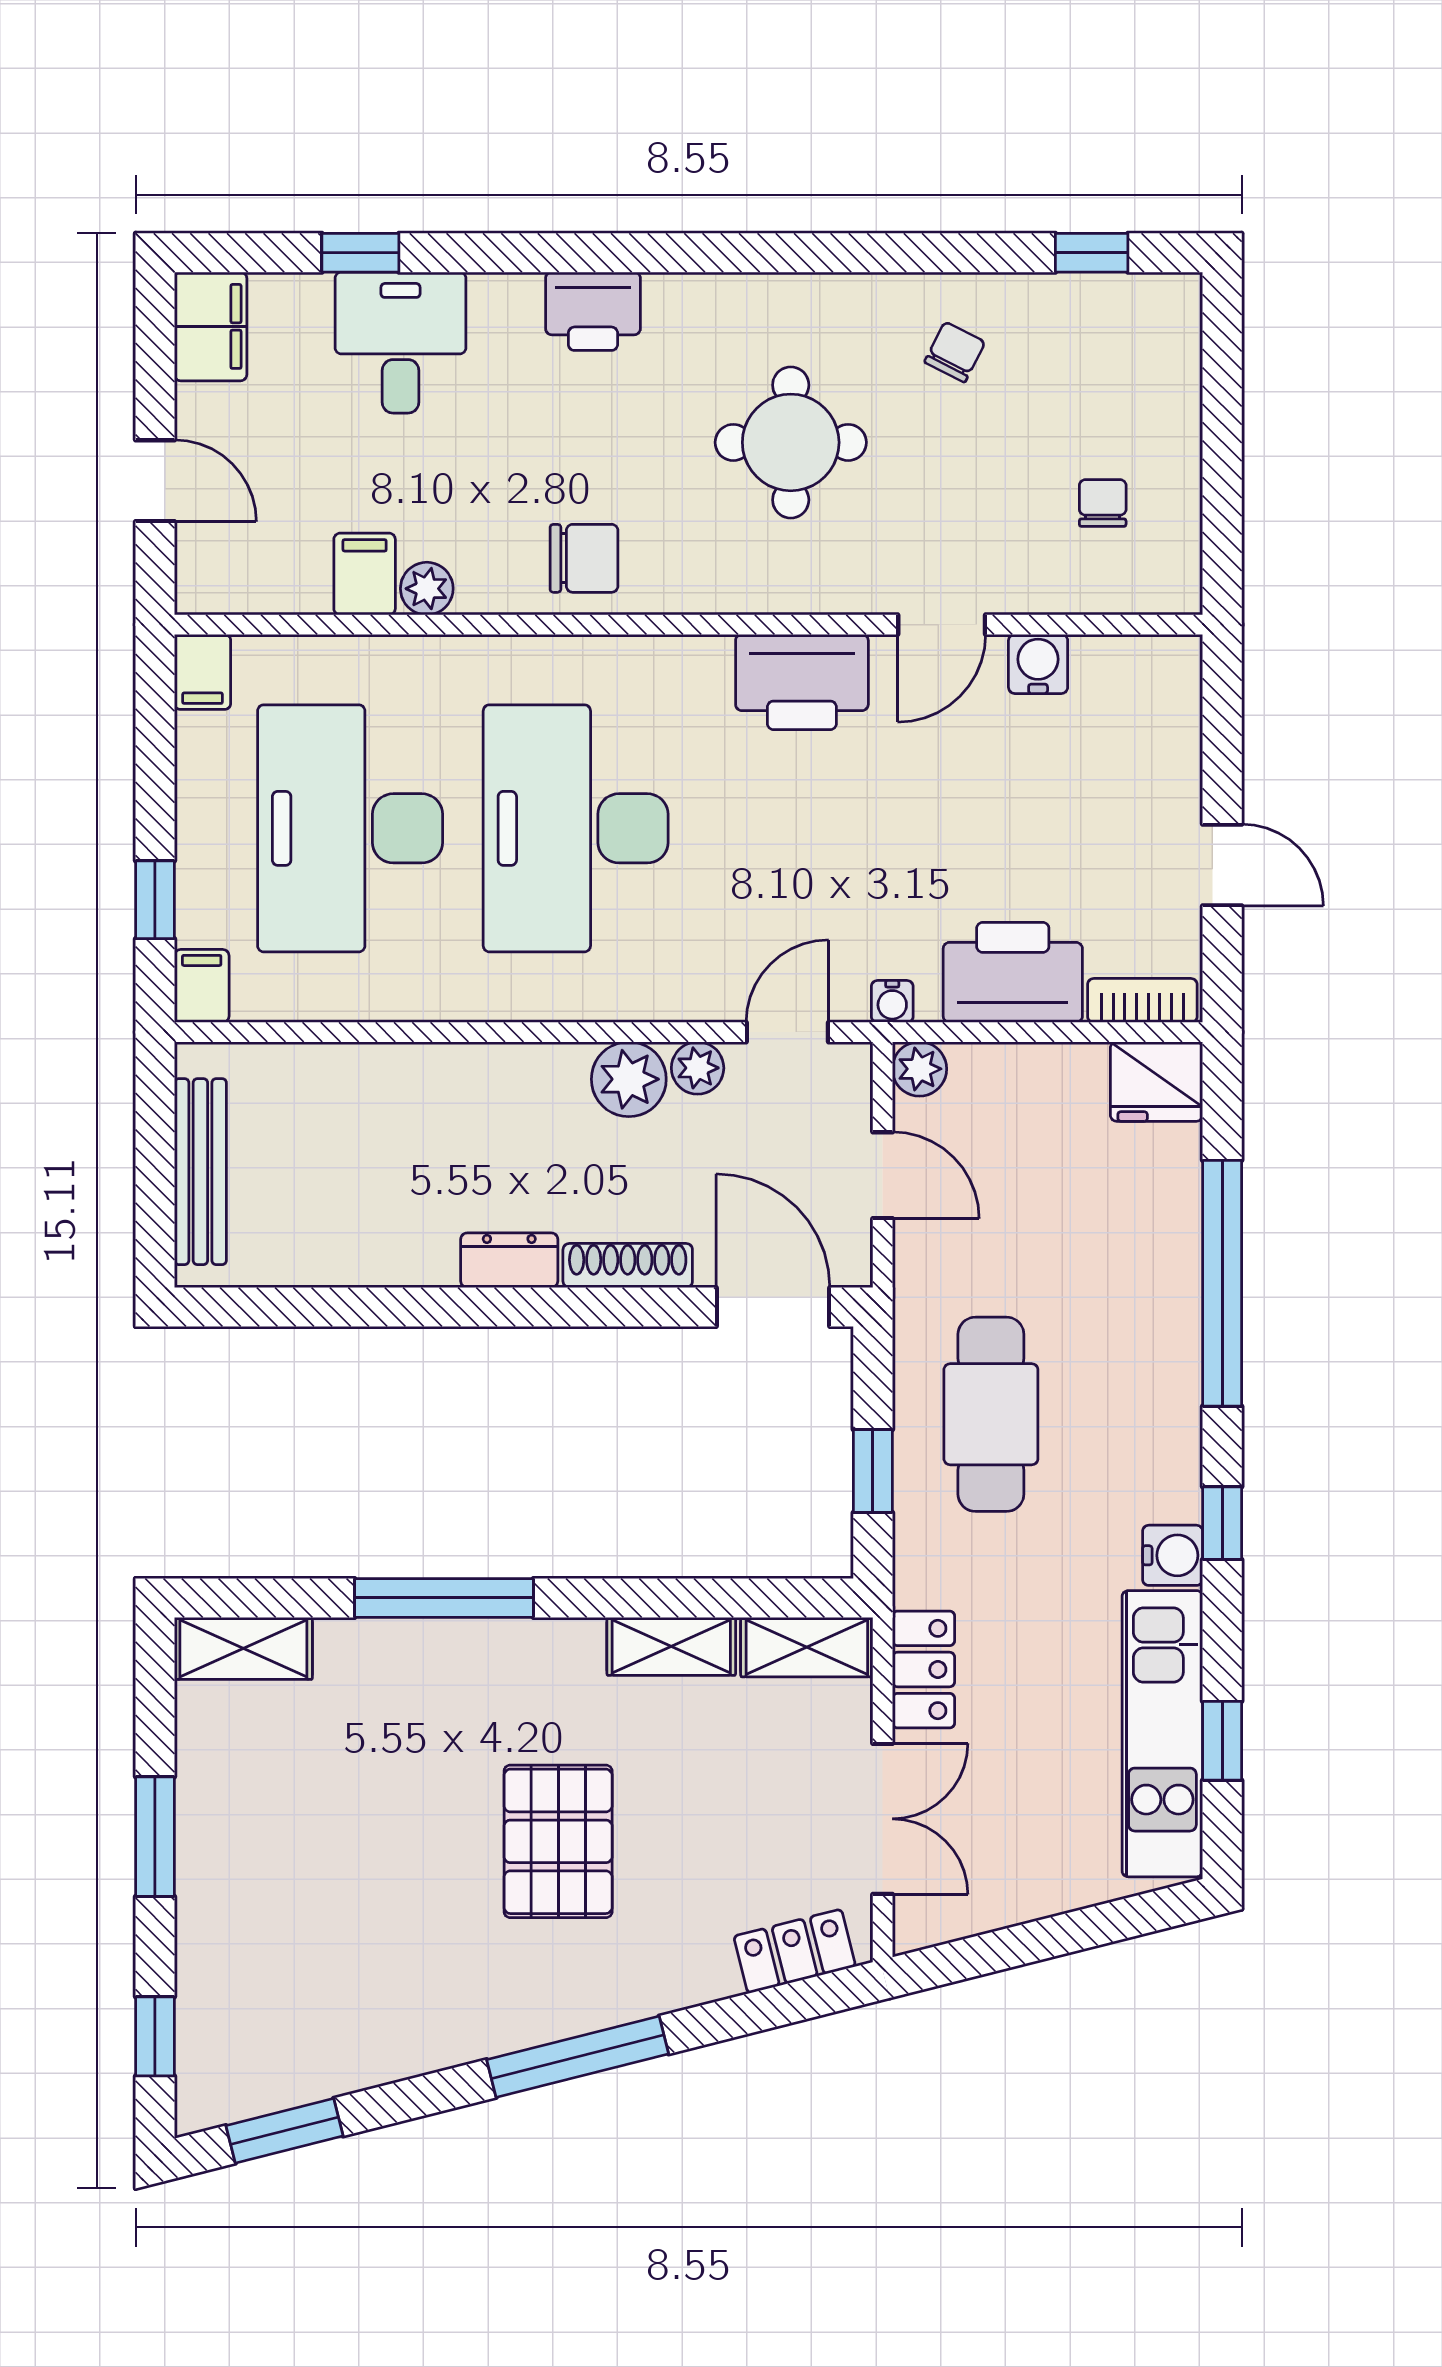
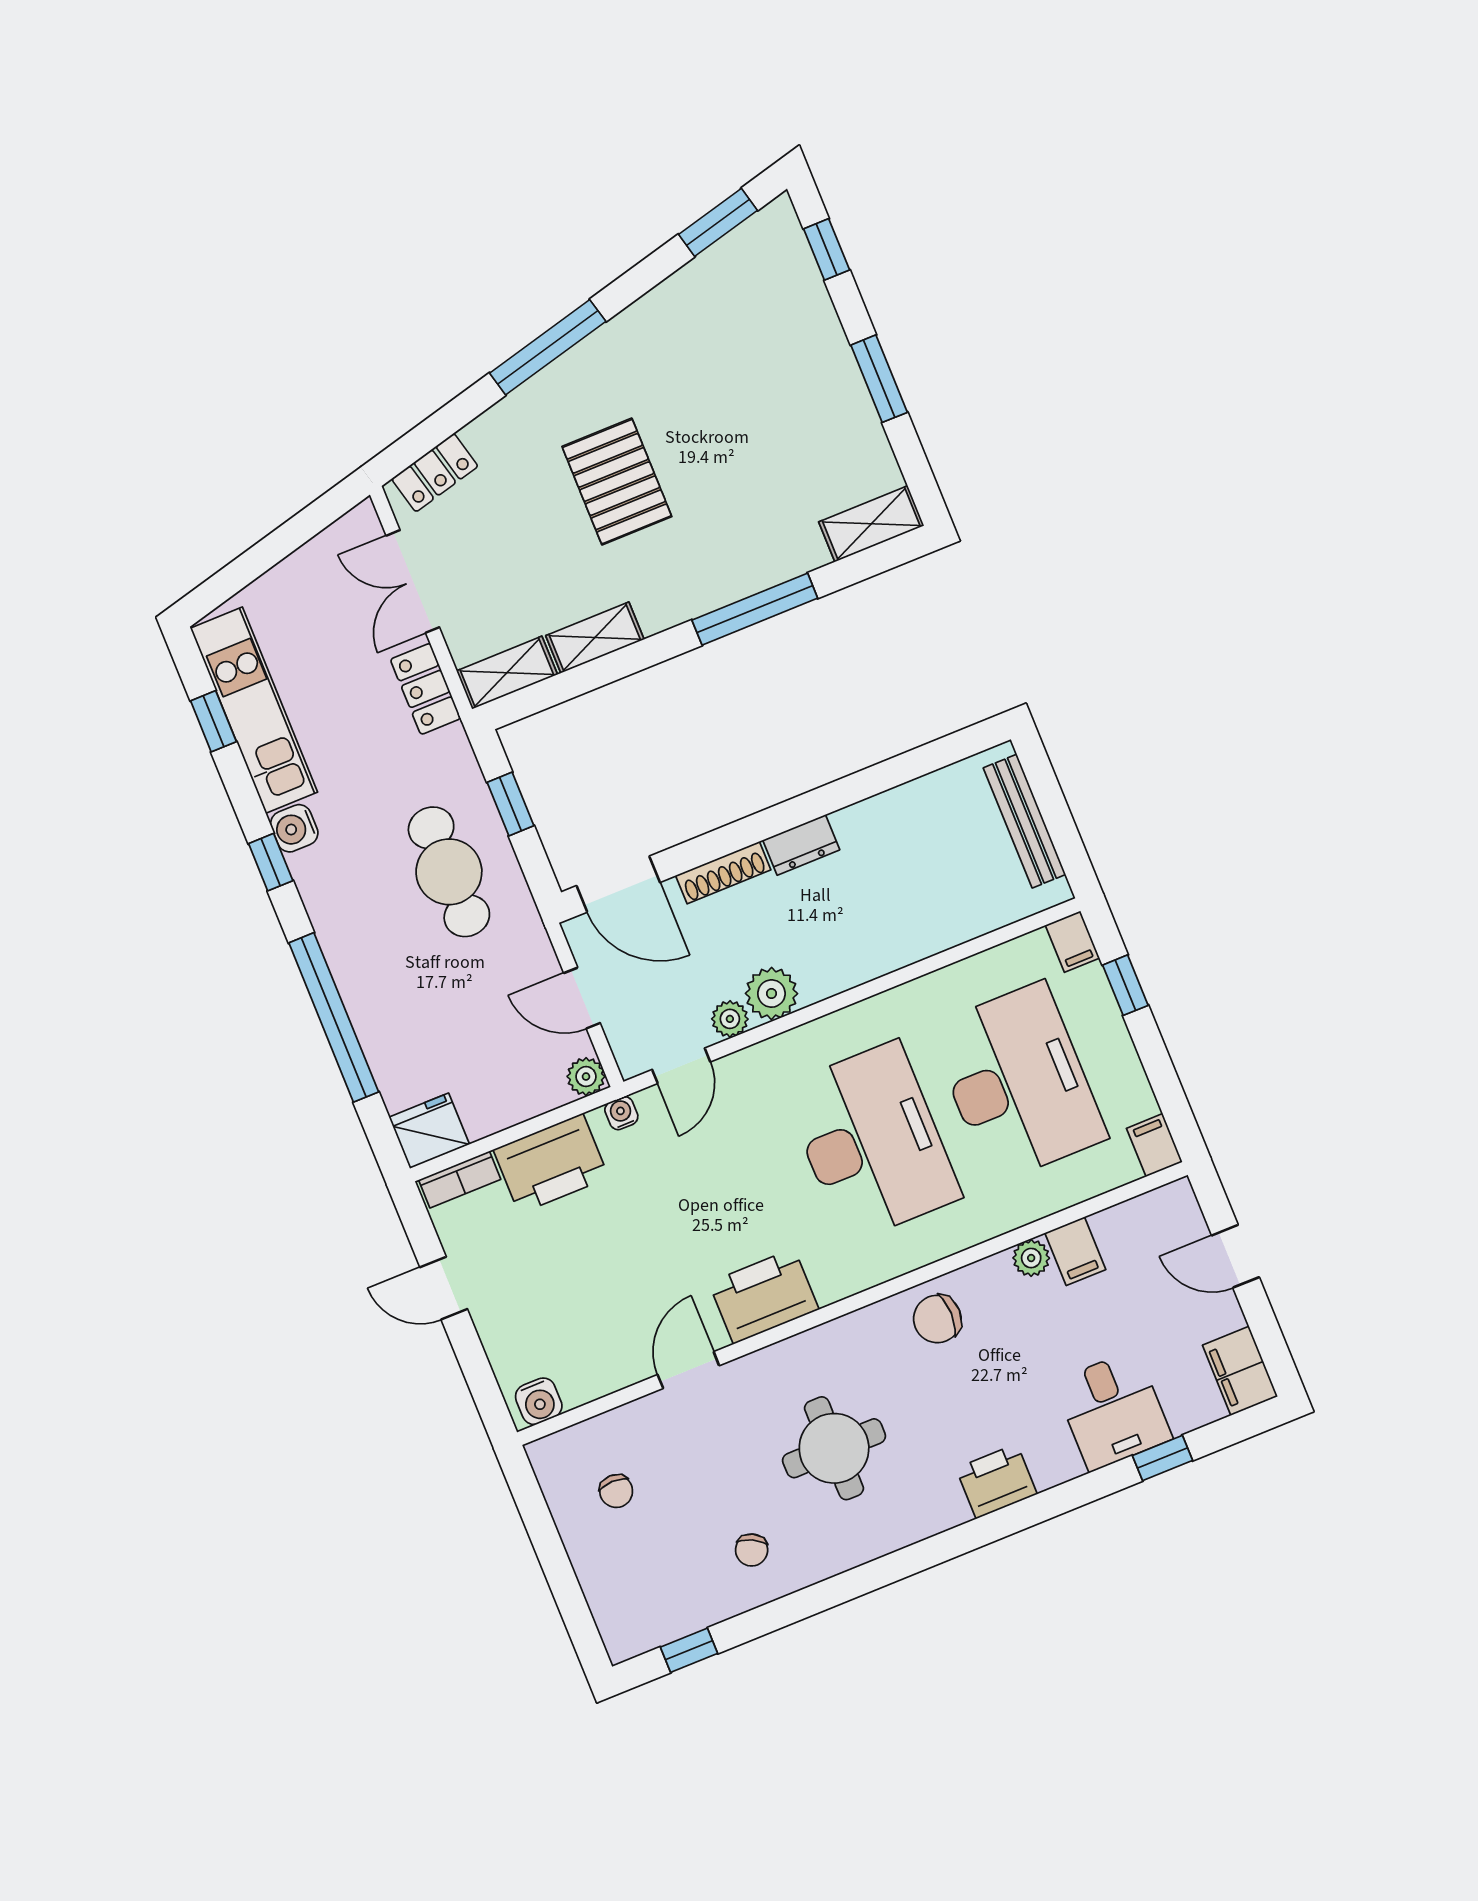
water cooler: (1038, 664) -> (539, 1401), moved

